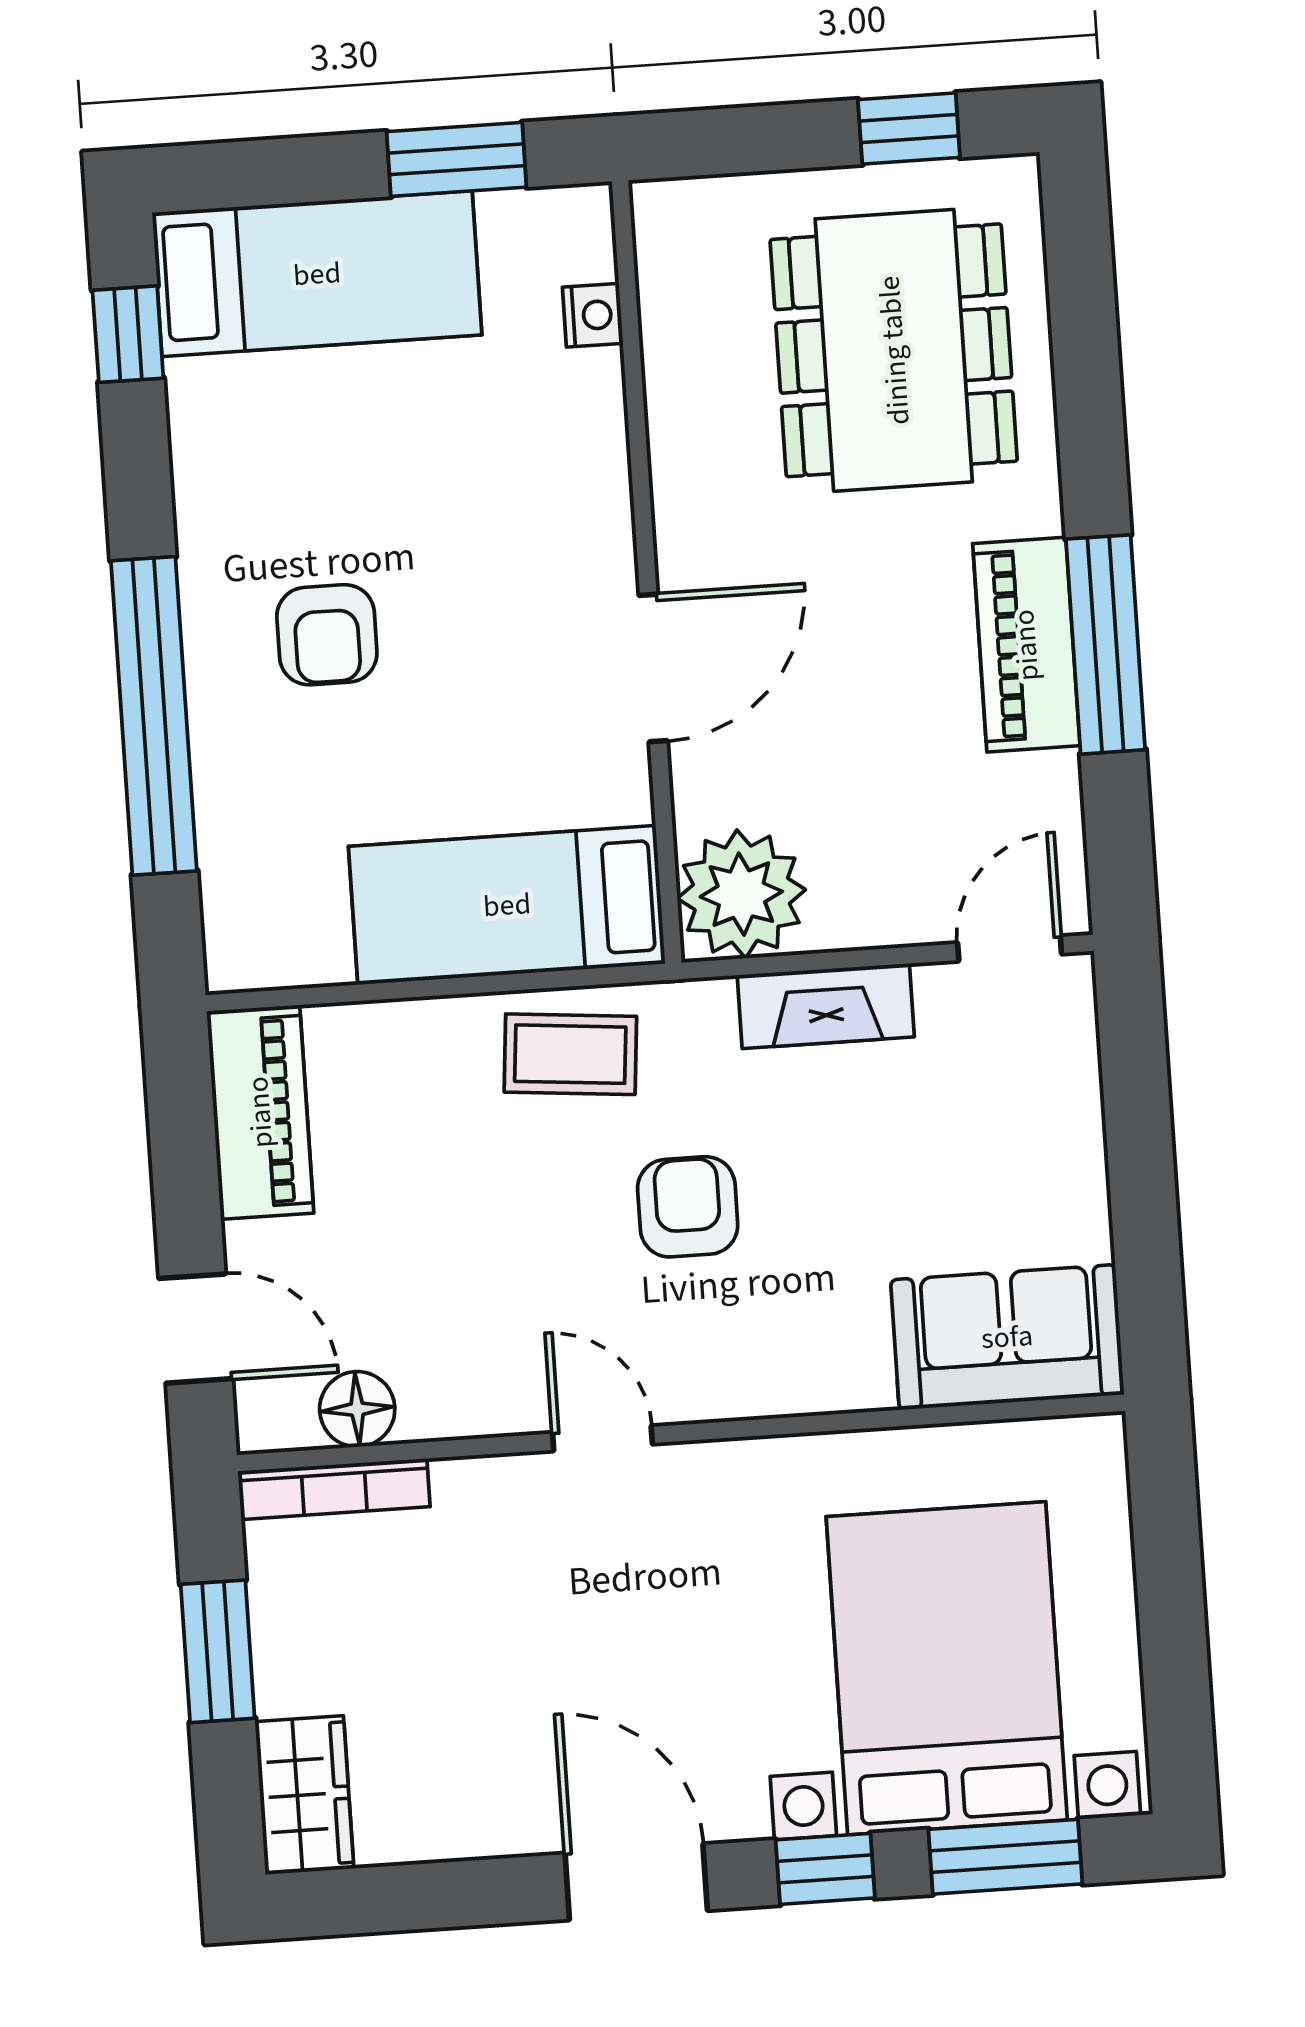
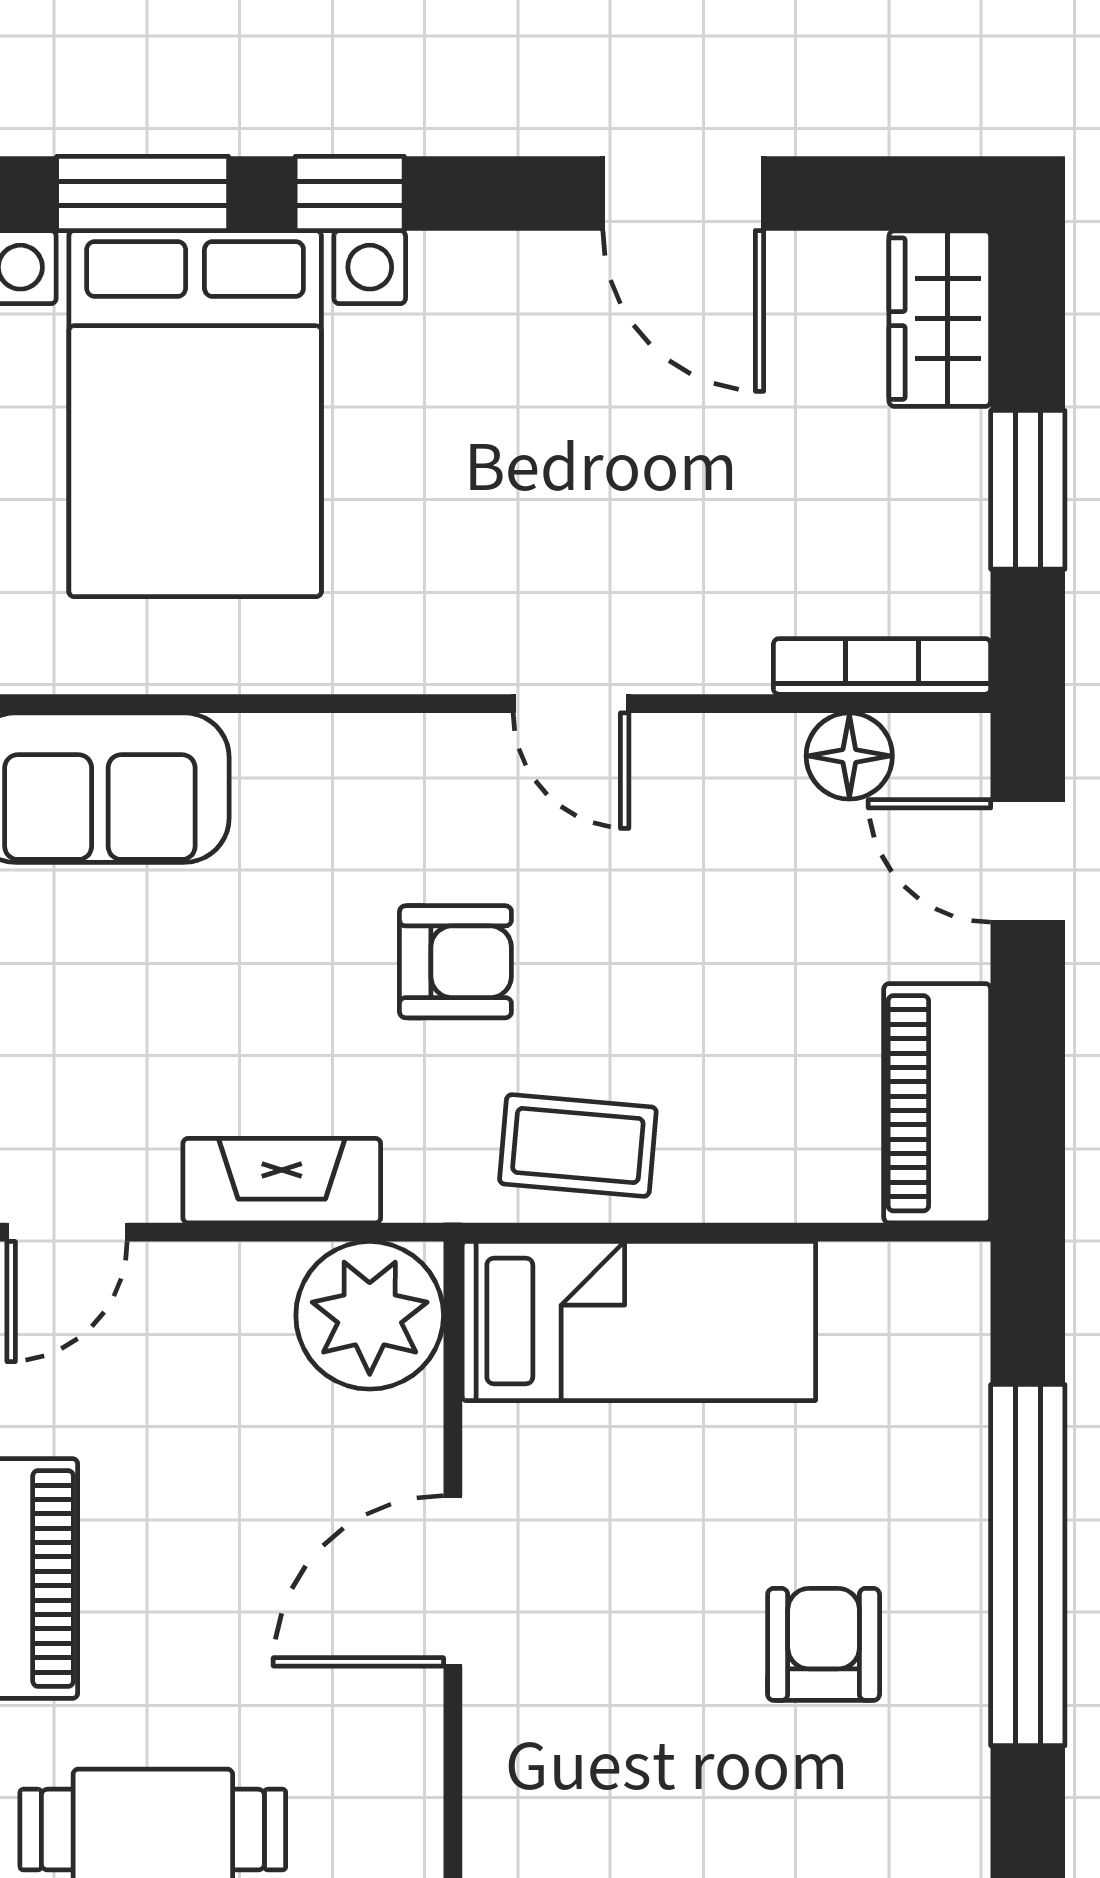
armchair: (688, 1207) -> (455, 962), turned -90
door: (636, 1882) -> (683, 193), moved

